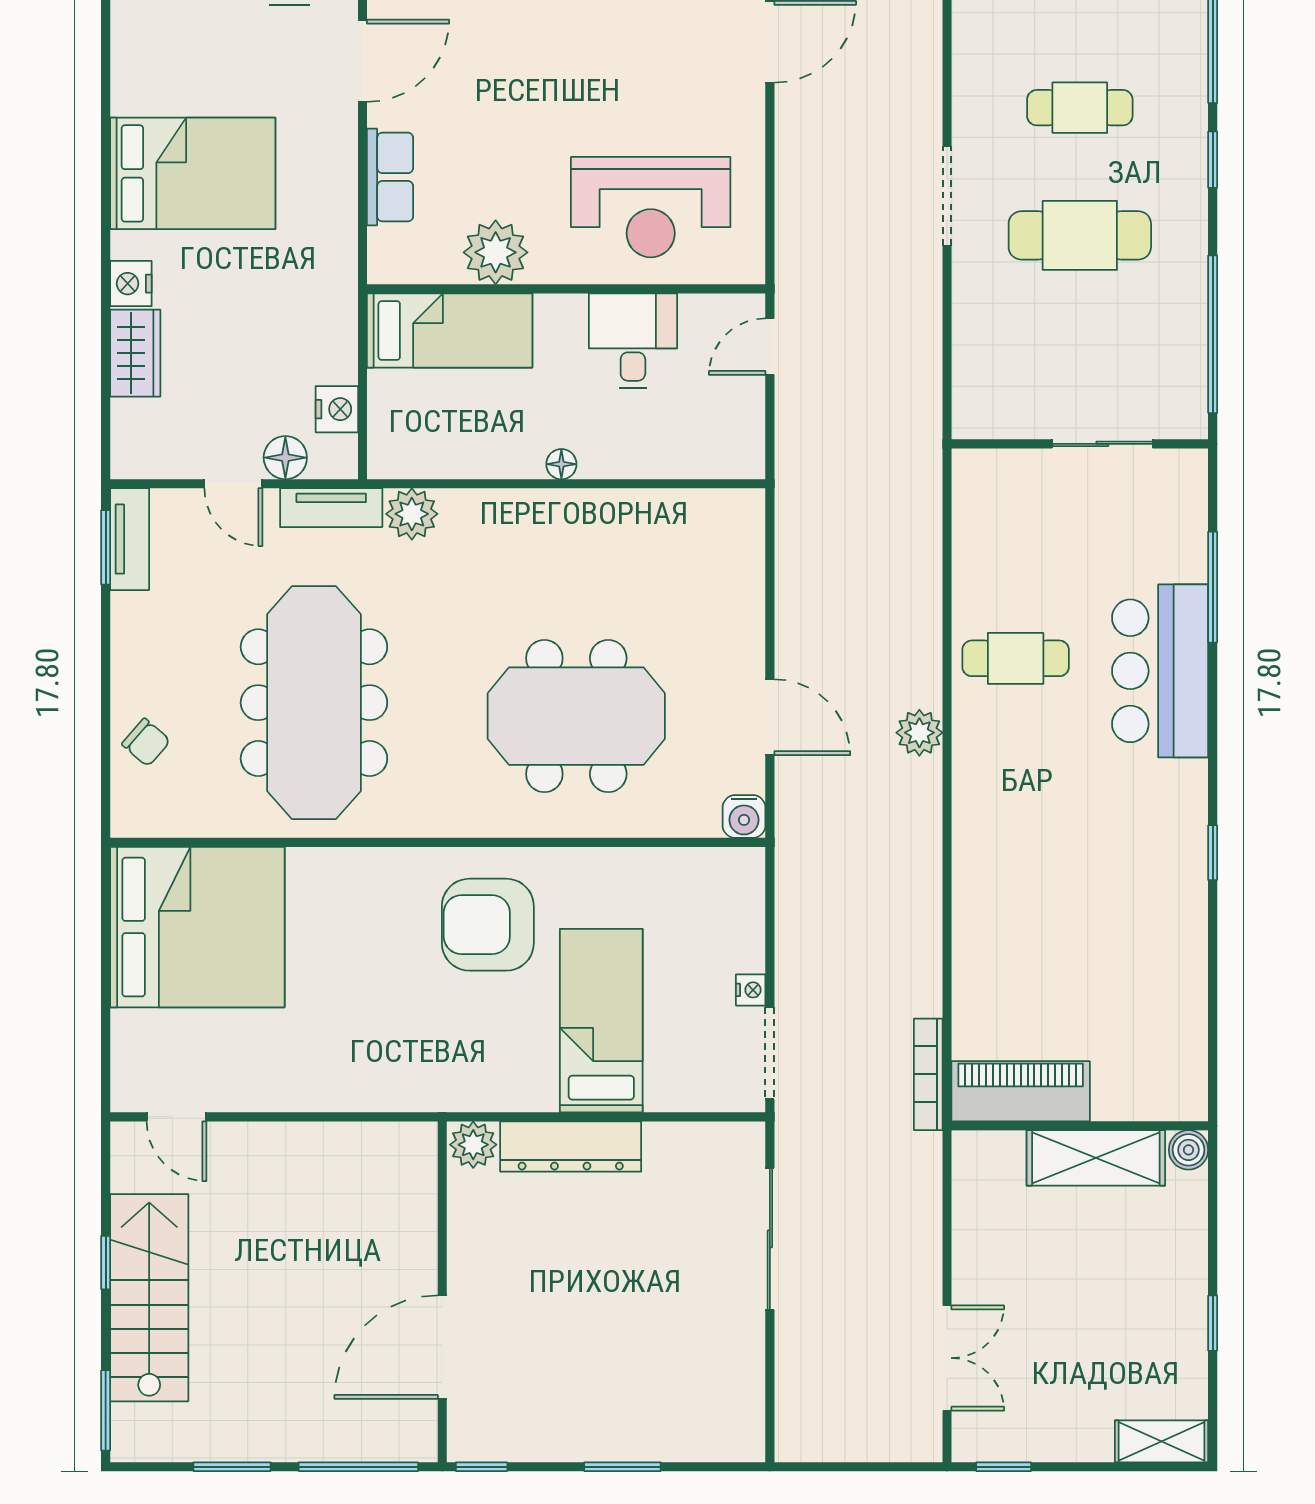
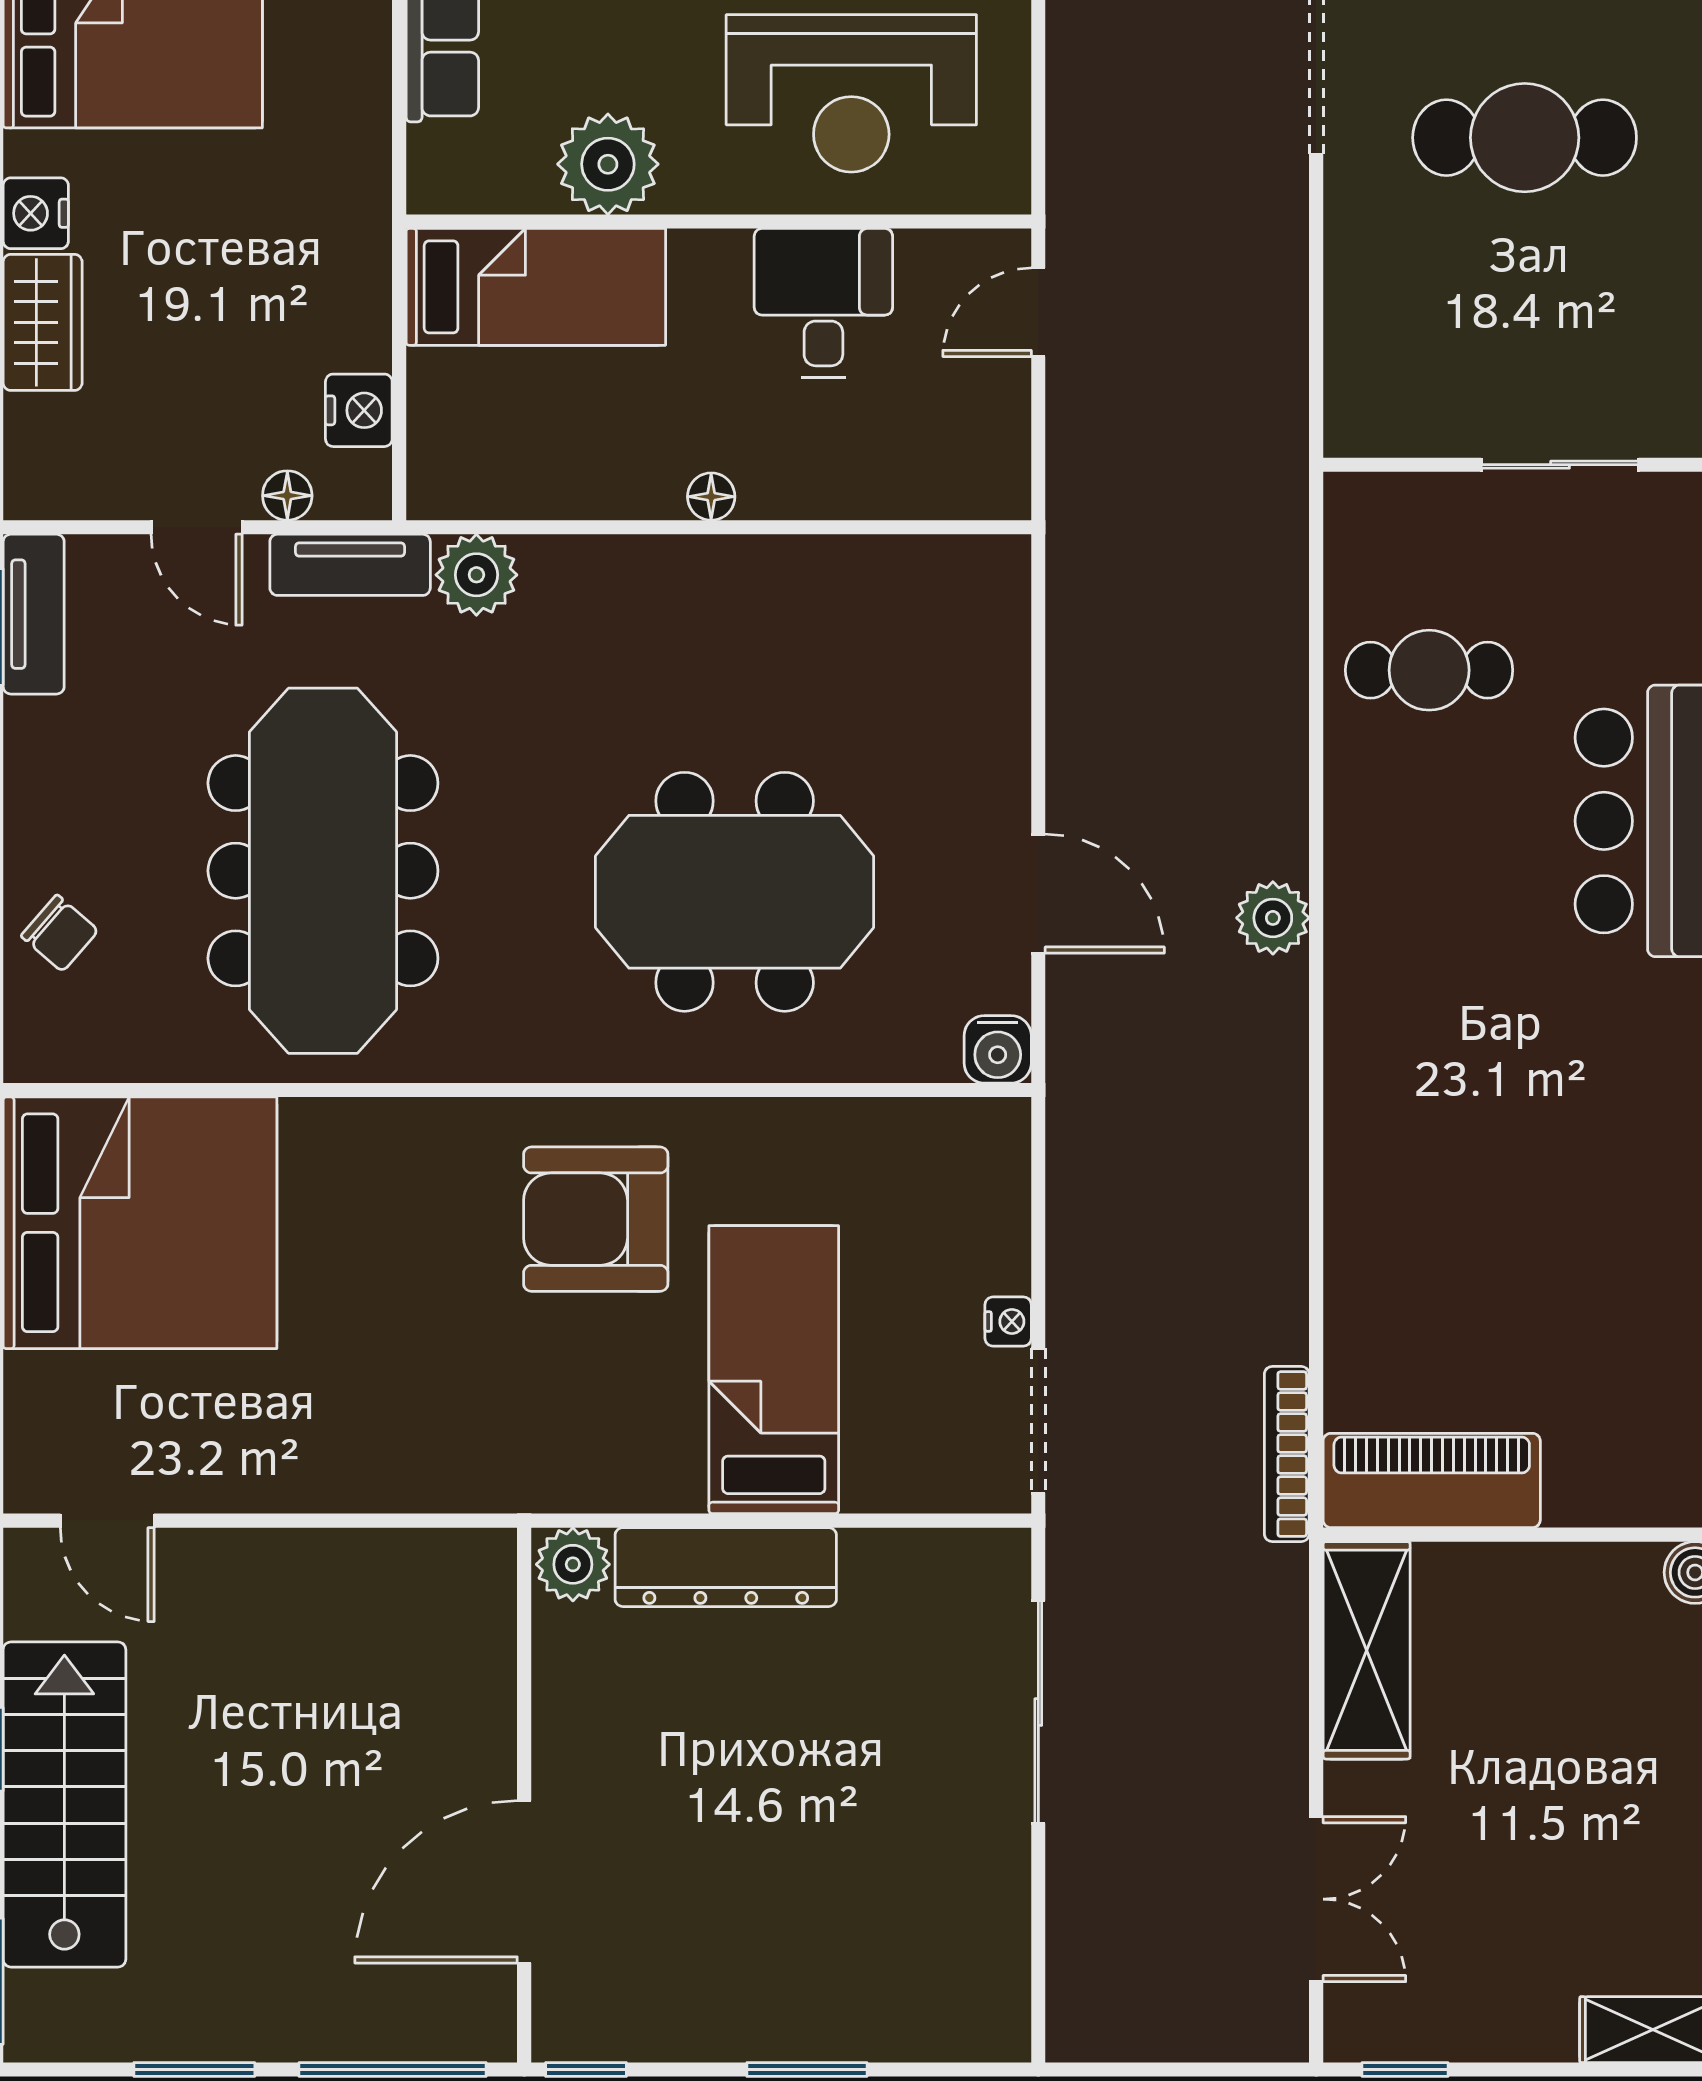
floor lamp: (285, 458) -> (287, 496), width x0.73, depth x0.73
cafe table: (1016, 658) -> (1429, 670), moved
shelving: (1096, 1158) -> (1367, 1650), moved, turned 90

